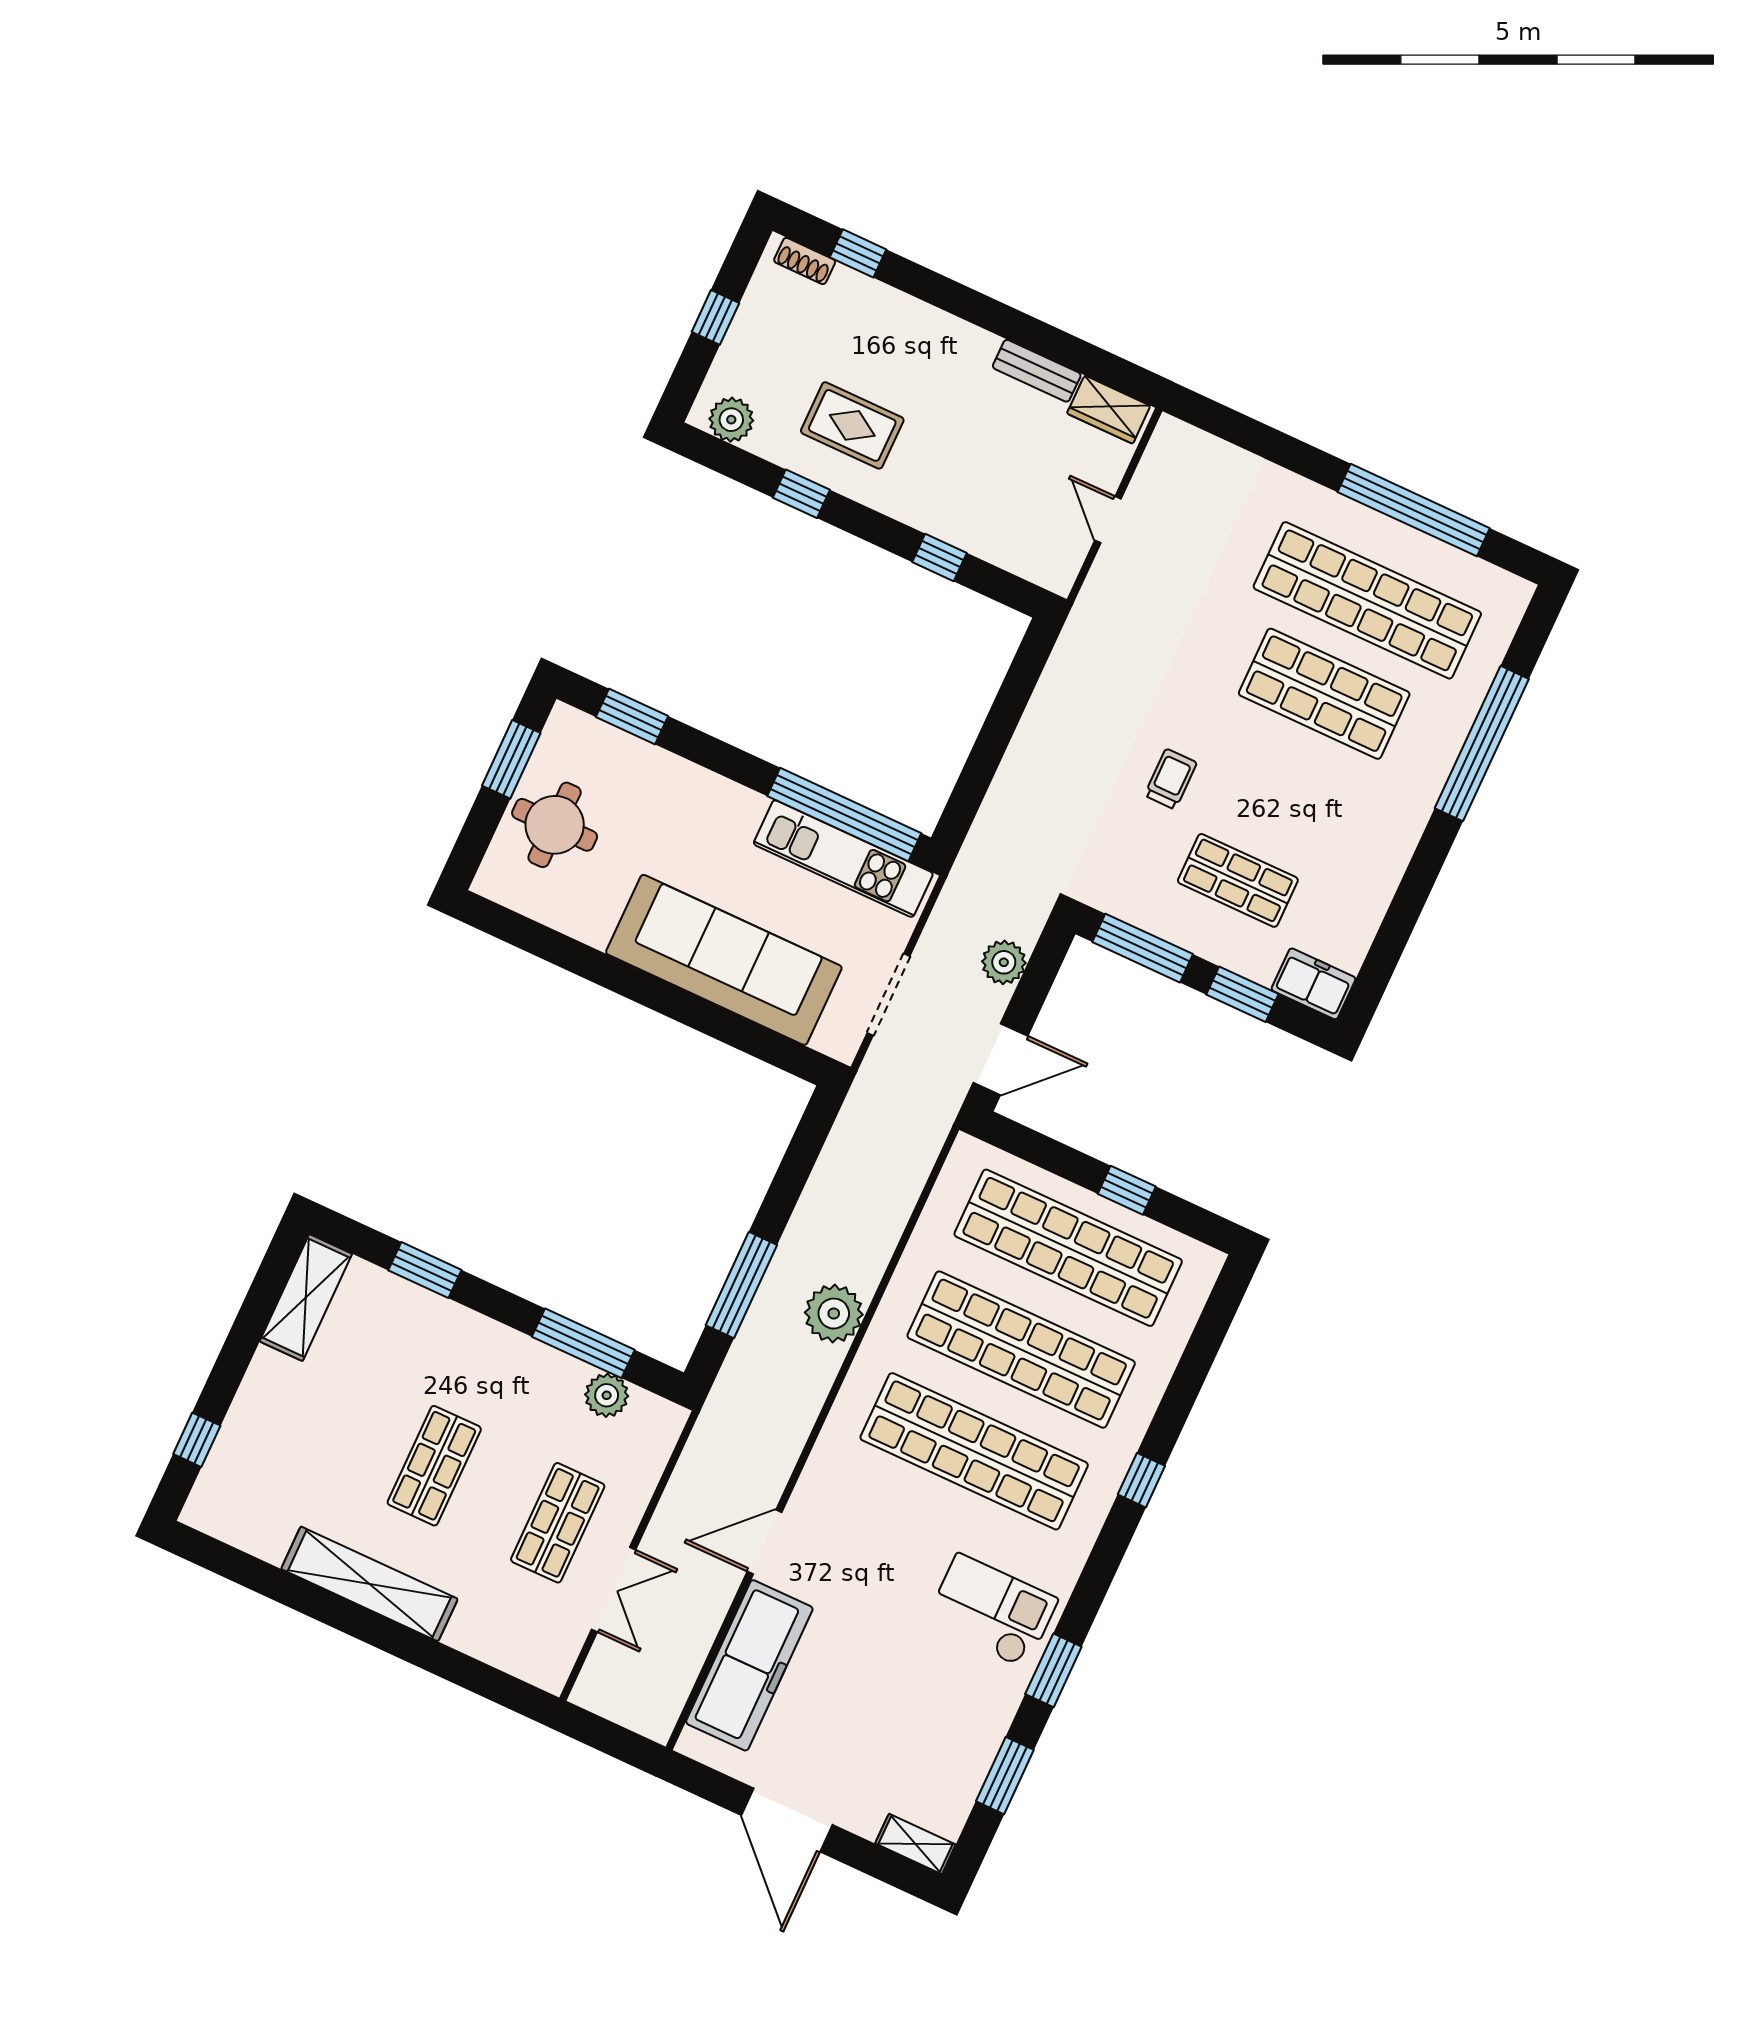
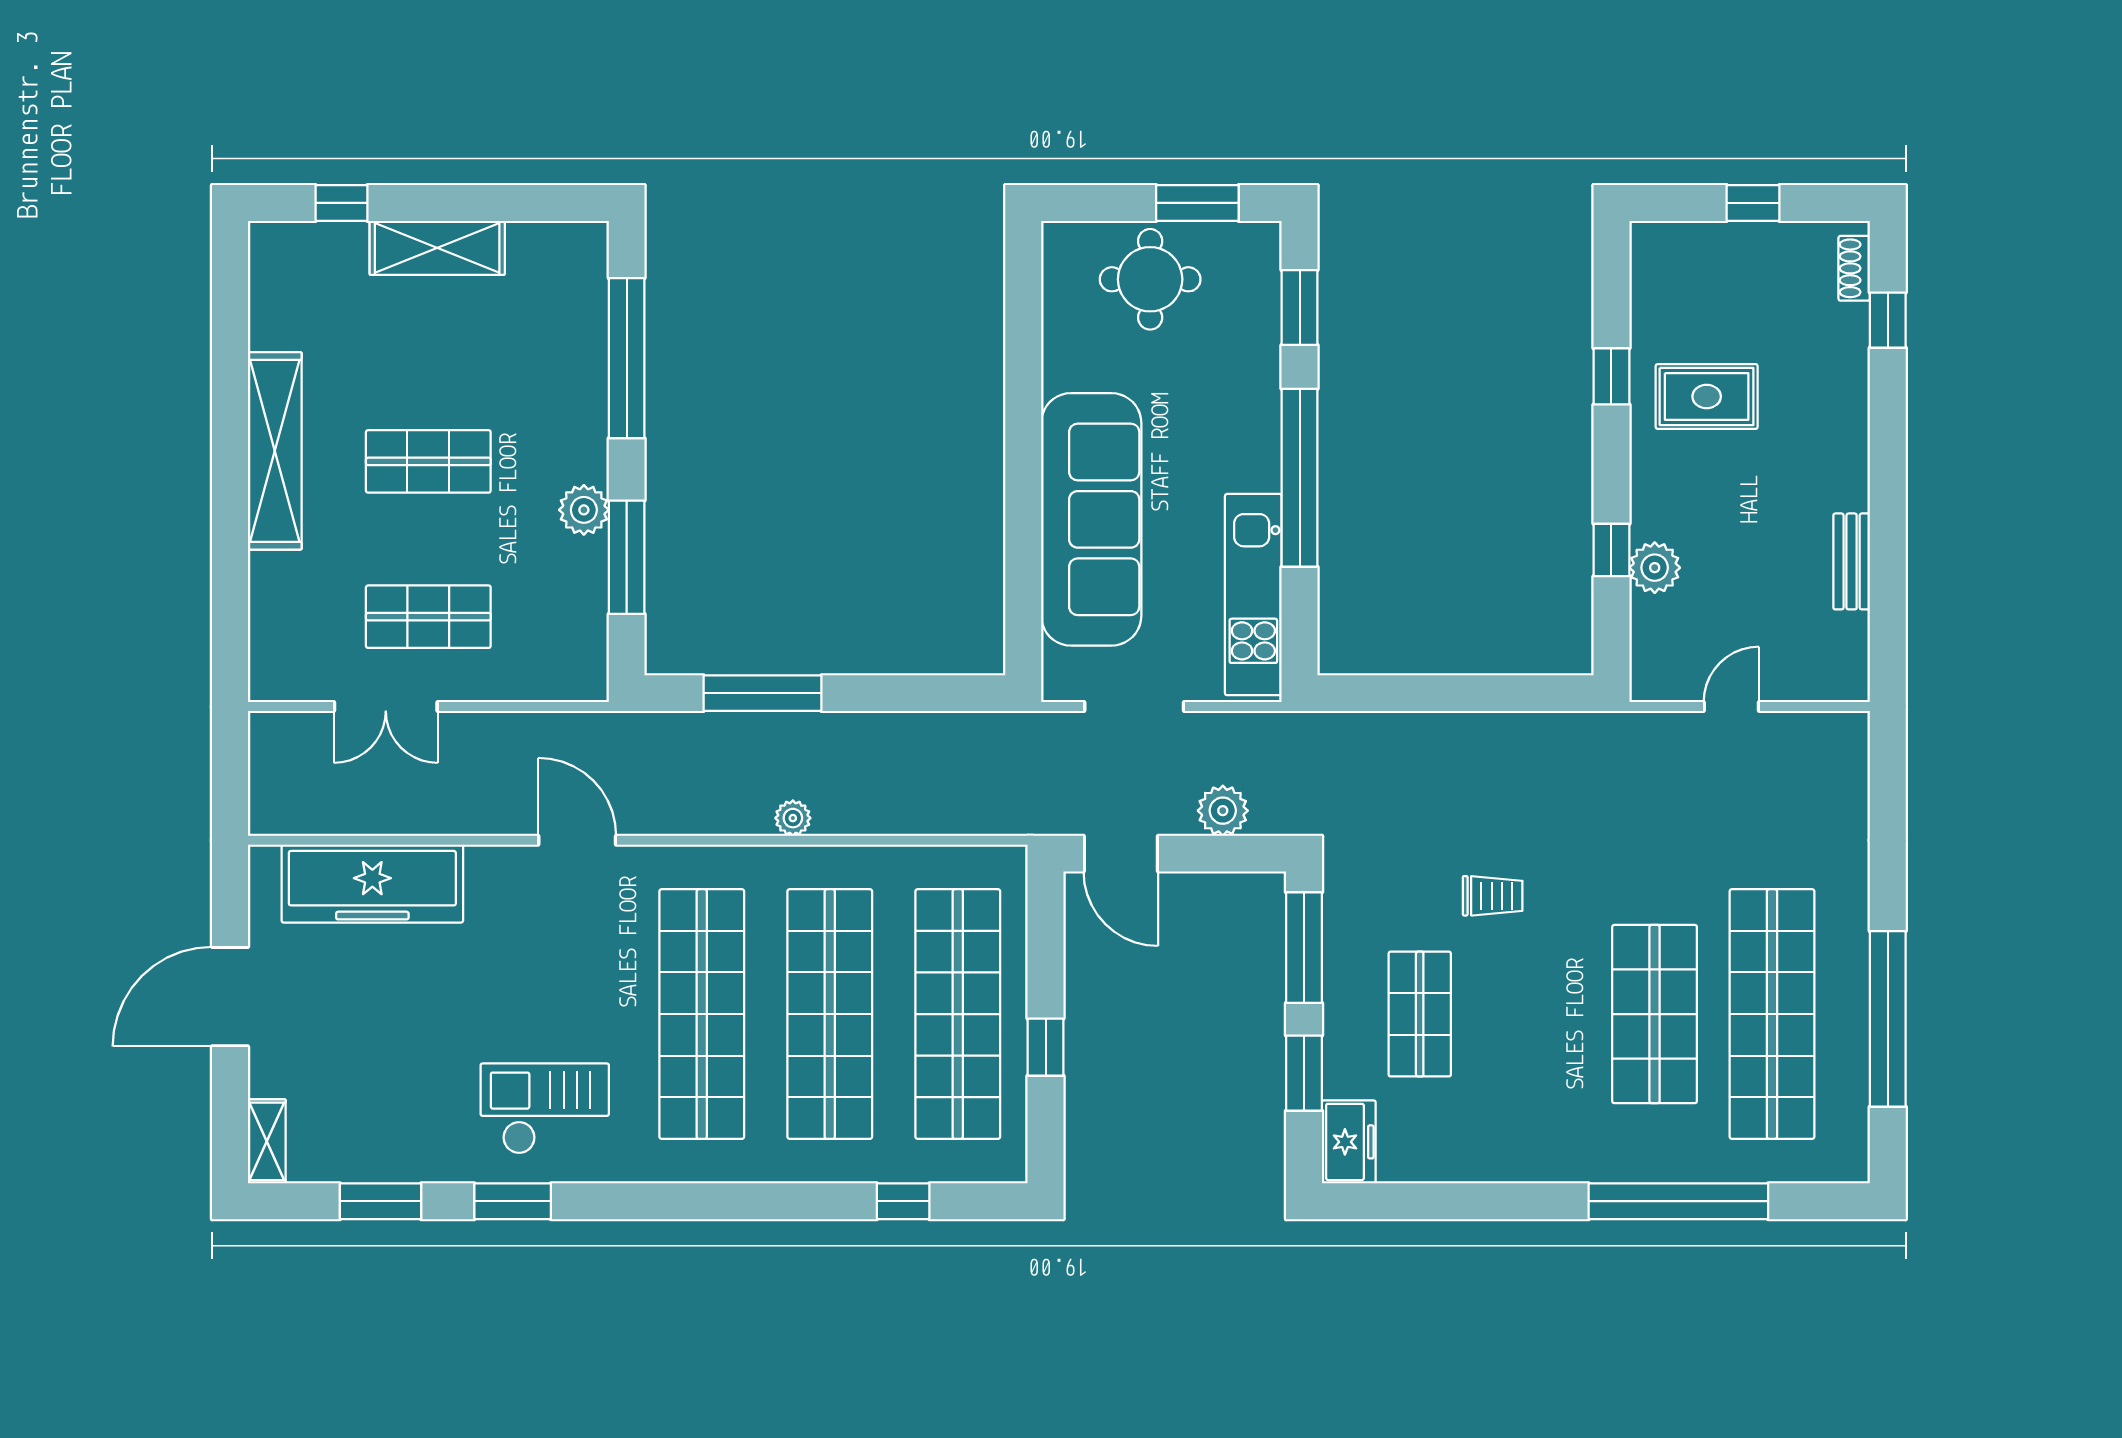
wardrobe: (1109, 410) -> (1846, 655), removed
plant: (731, 420) -> (1655, 568), moved
rug: (852, 425) -> (1707, 396), turned 90
window: (844, 815) -> (1300, 478), moved
window: (425, 1270) -> (627, 358), width x2.11
shelving: (306, 1298) -> (437, 248), moved
plant: (834, 1314) -> (793, 818), width x0.53, depth x0.53
plant: (607, 1395) -> (584, 510), moved
window: (1141, 1480) -> (903, 1201), moved
door: (765, 1542) -> (577, 840), moved
checkout: (992, 1611) -> (545, 1109), turned -90

